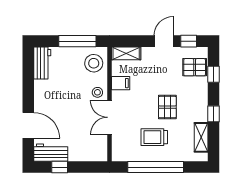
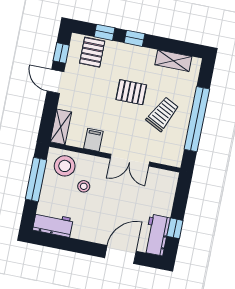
stool: (97, 92) -> (84, 186), moved
window: (214, 114) -> (134, 38), moved
trolley: (154, 137) -> (163, 114), turned -153

